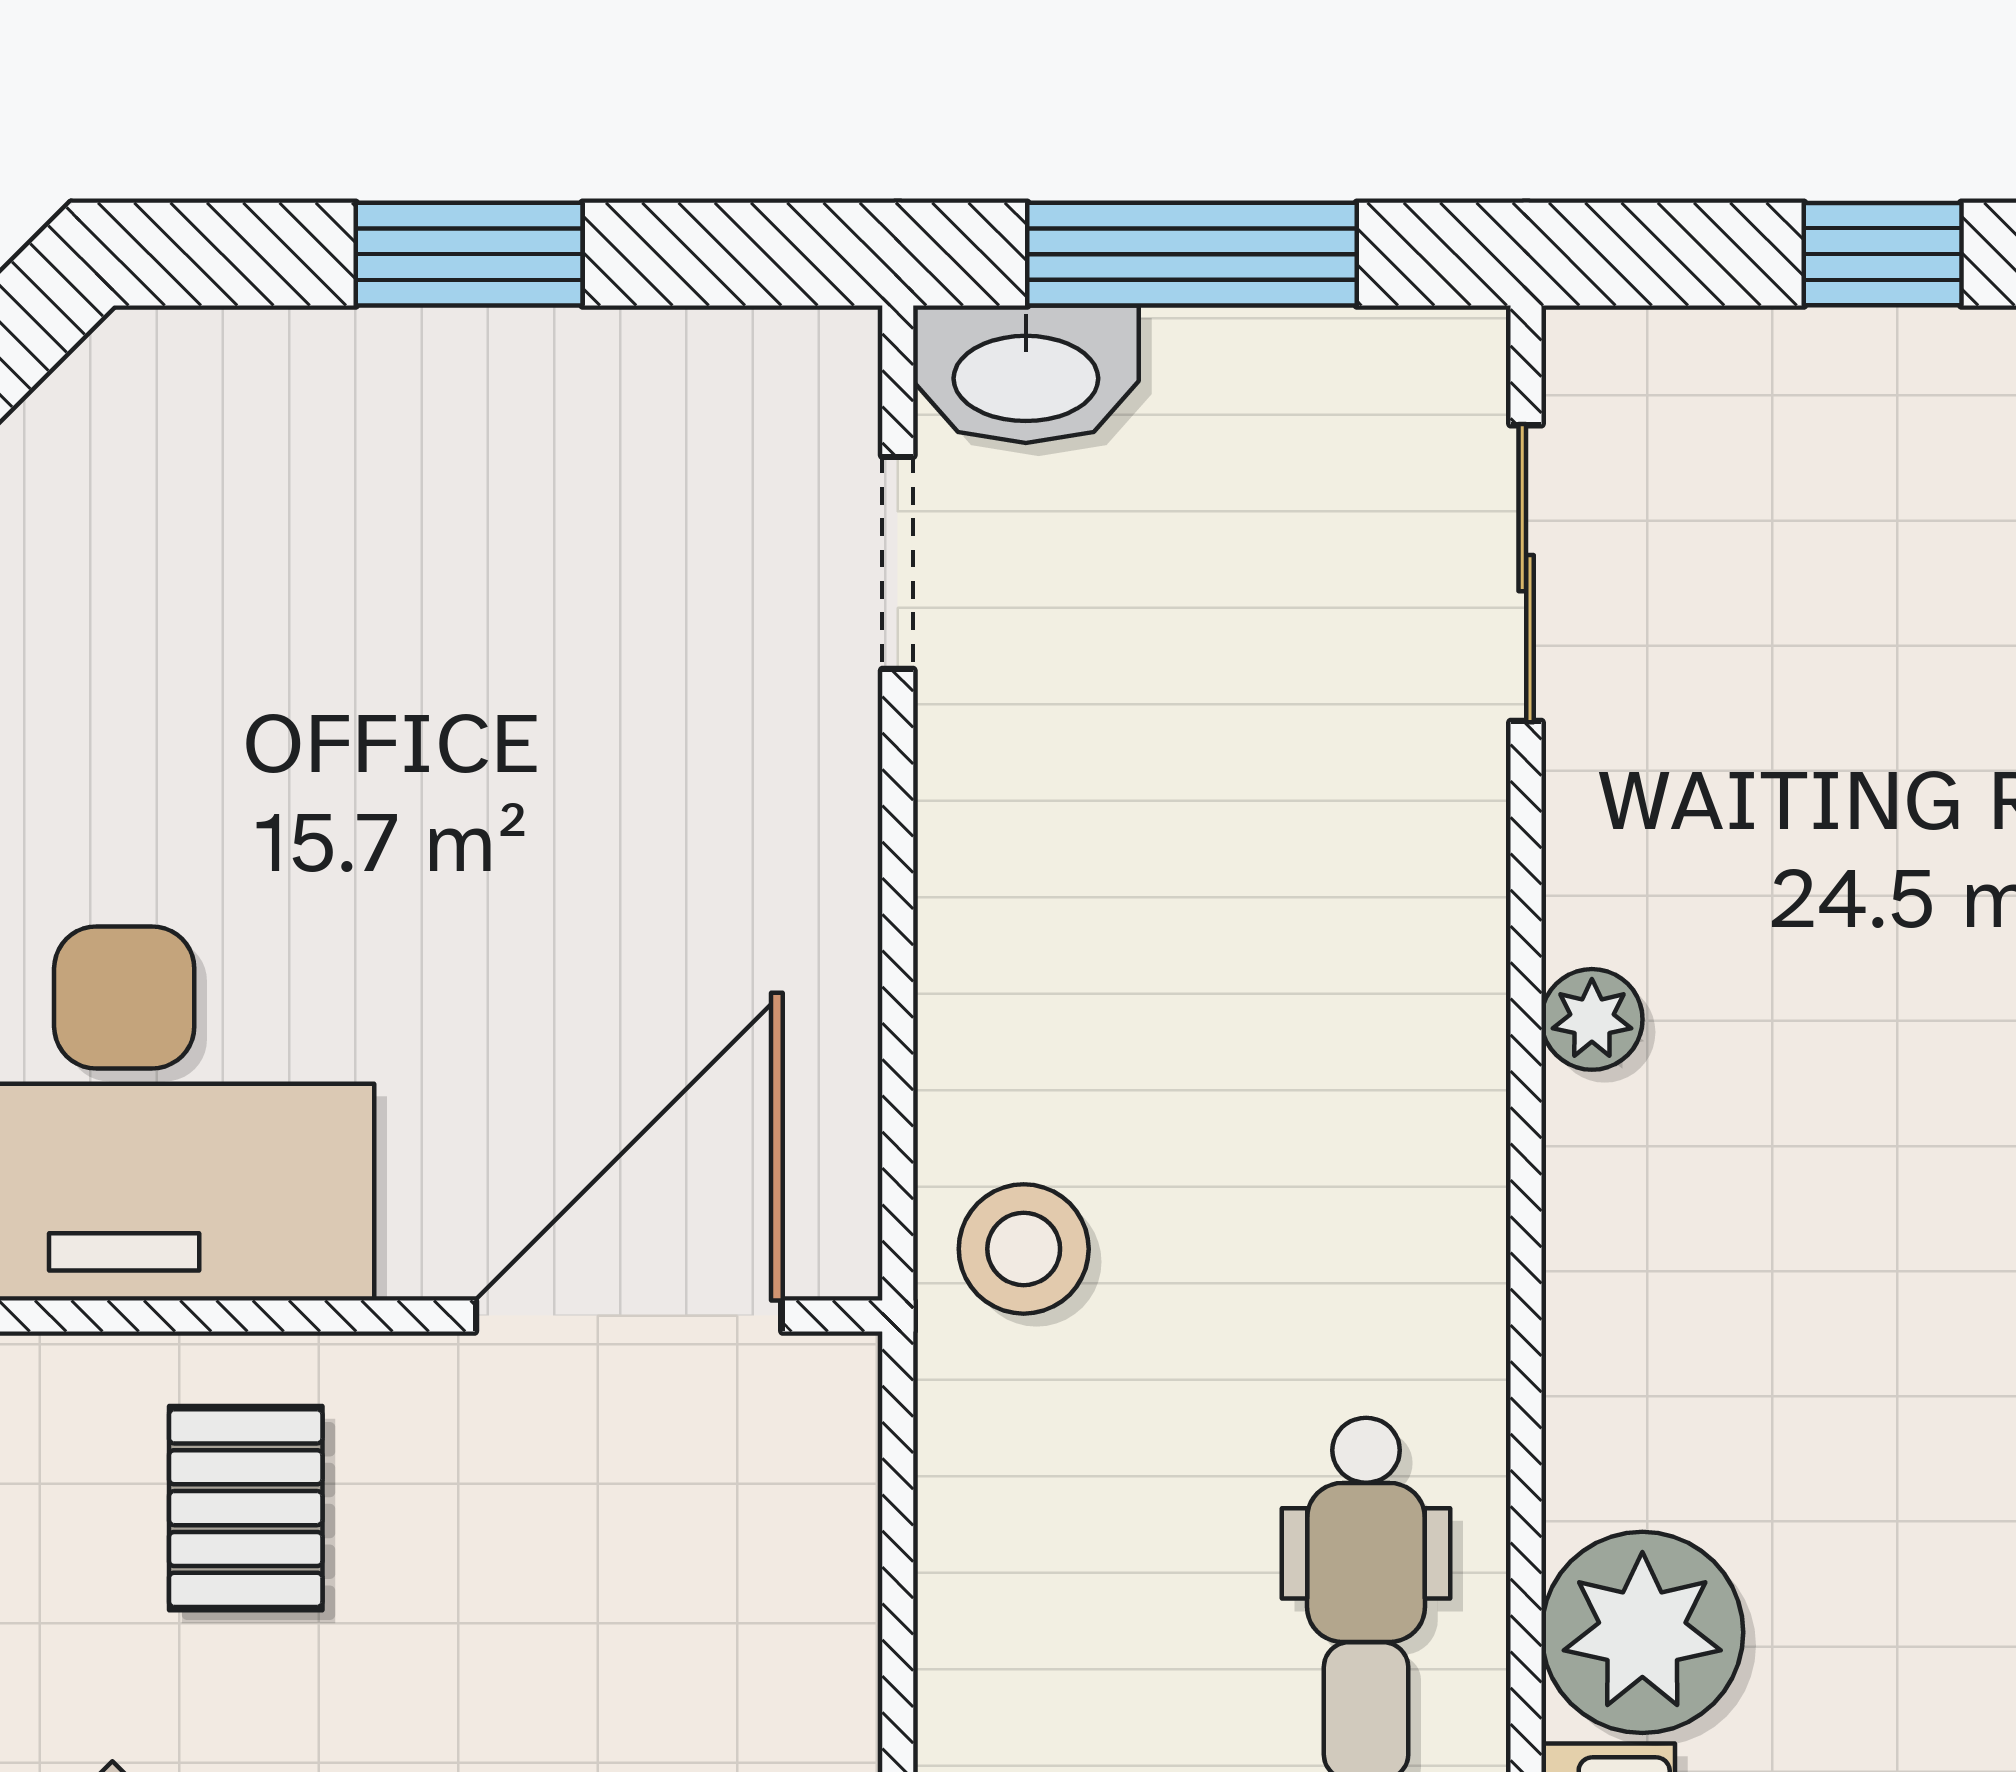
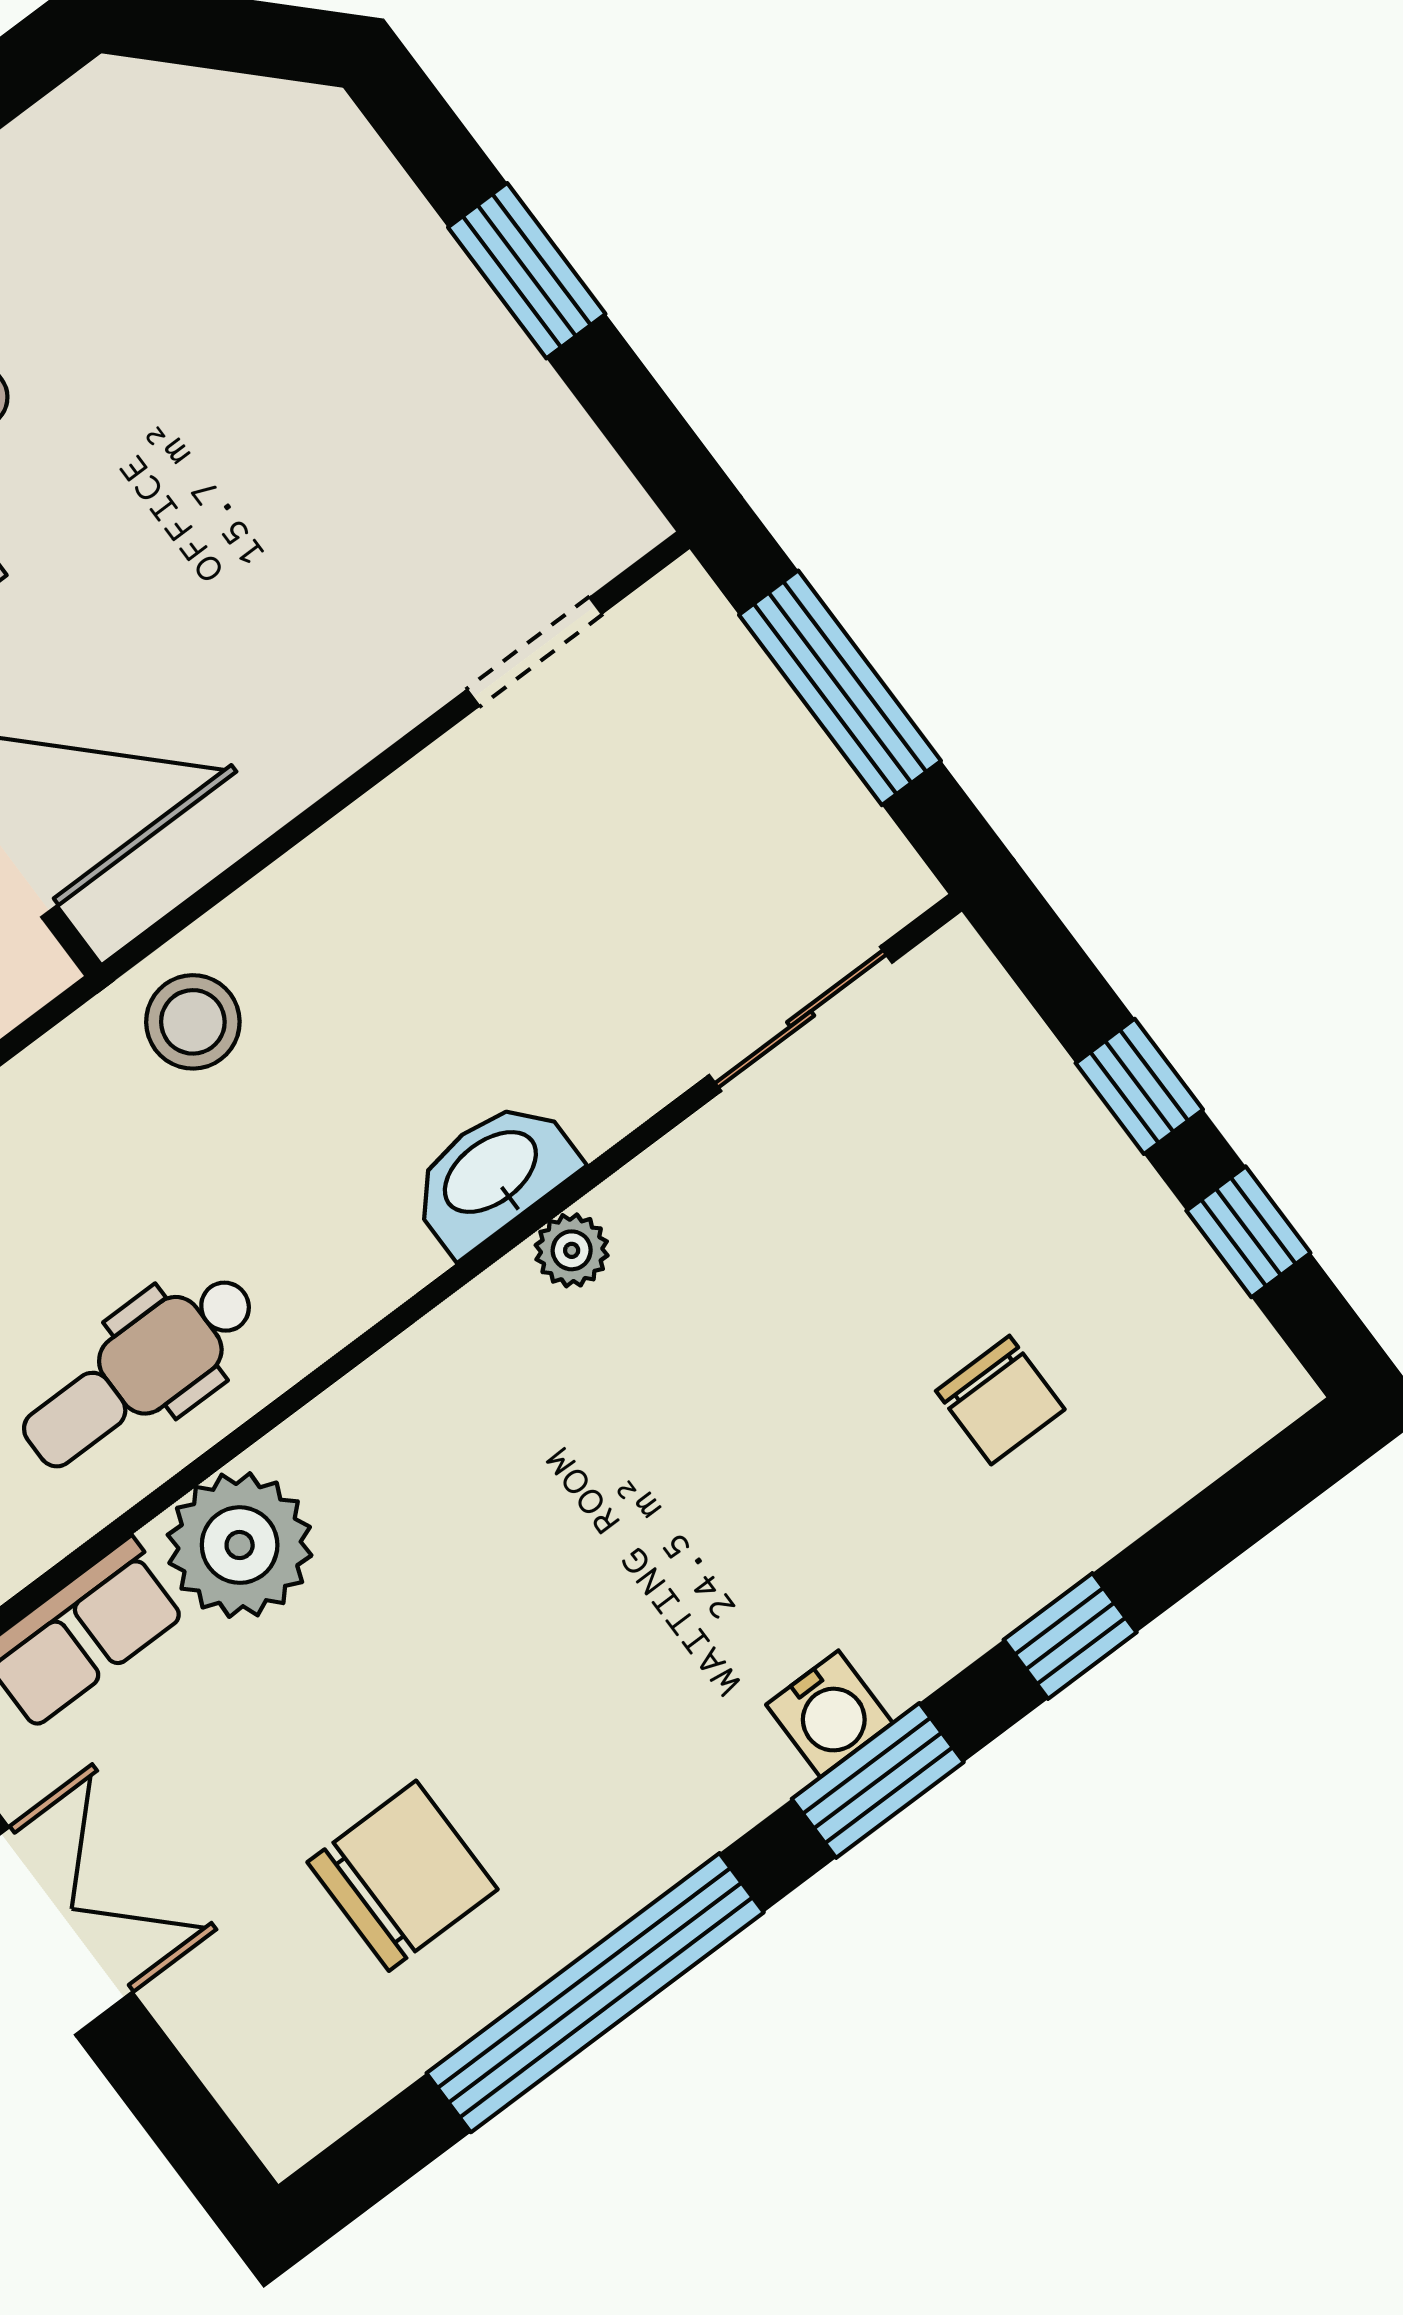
washbasin: (1026, 374) -> (492, 1174), moved, turned 90

